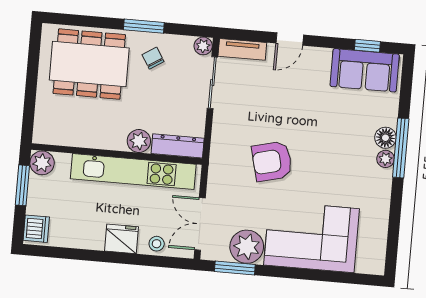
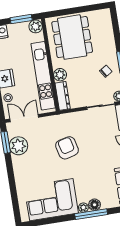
dining table: (89, 64) -> (72, 37), moved
corner sofa: (312, 237) -> (51, 200), moved, turned -90

